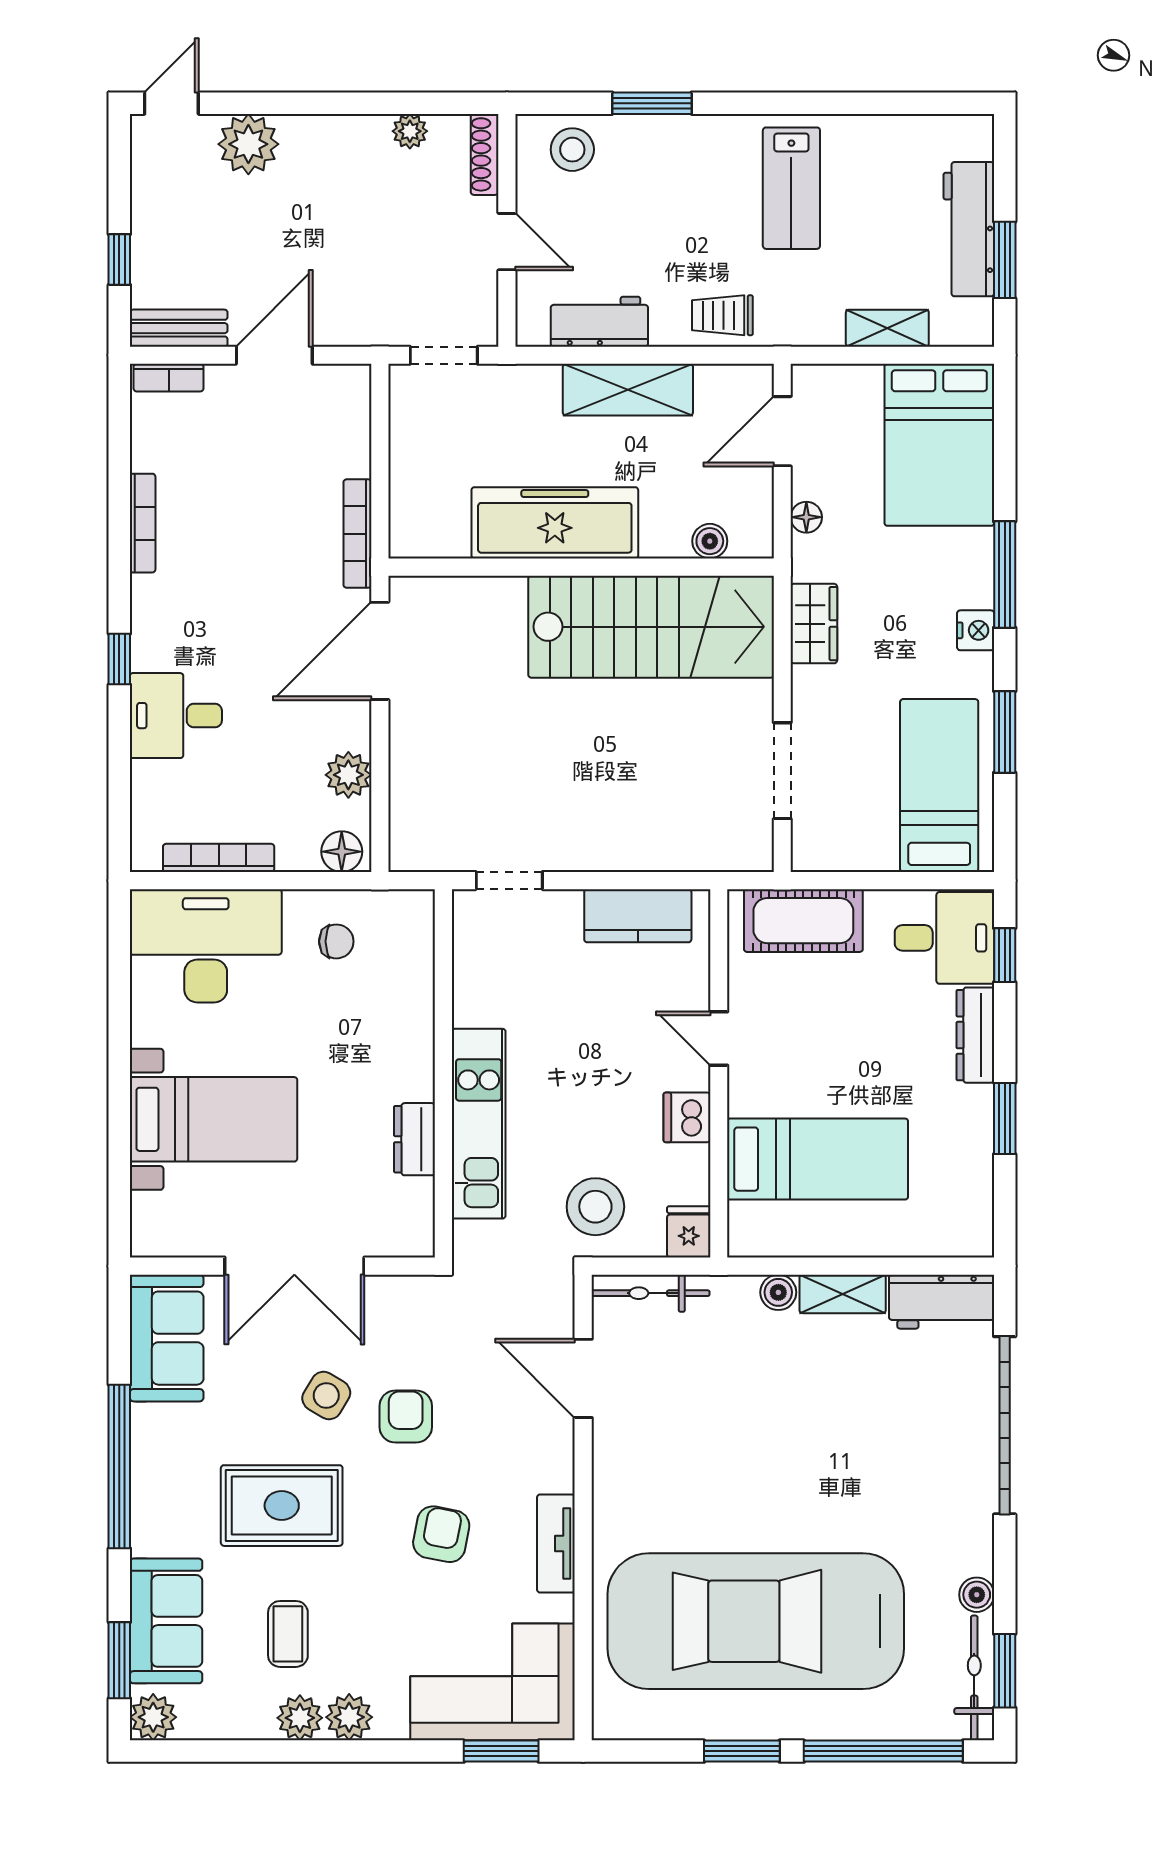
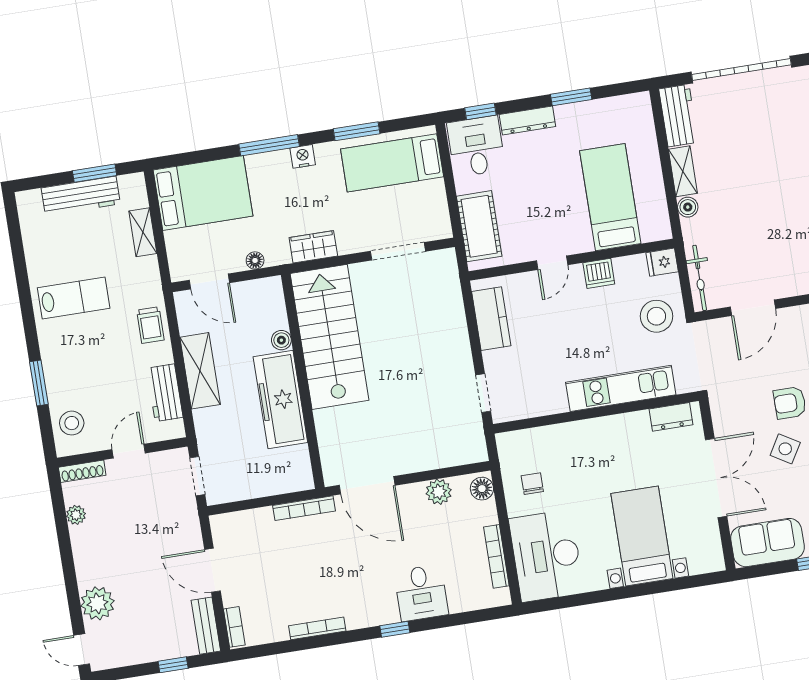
boiler: (710, 541) -> (281, 340), moved
dresser: (415, 1139) -> (671, 417), moved

